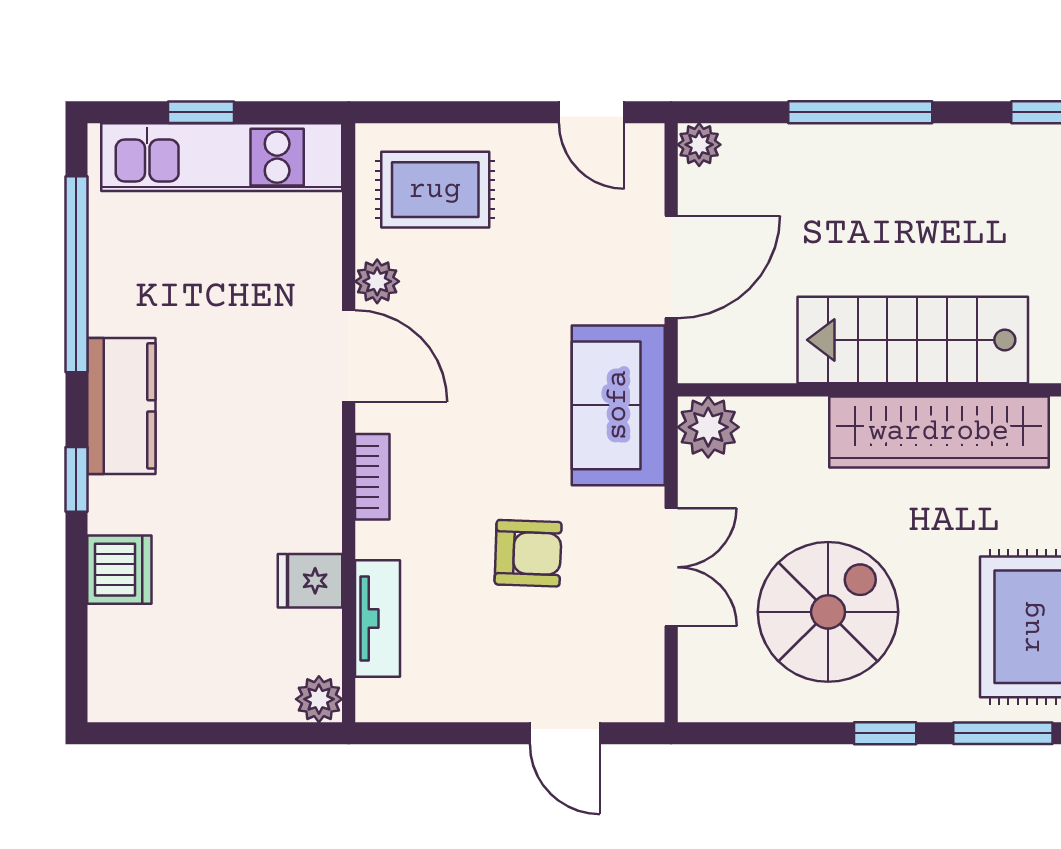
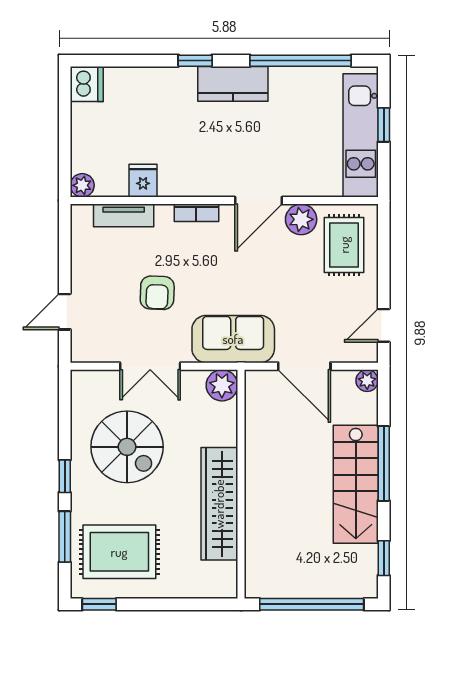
plant: (377, 281) -> (301, 219), width x1.38, depth x1.38
stairs: (913, 340) -> (356, 484), moved, turned 180
dishwasher: (119, 570) -> (87, 84), moved, turned -90

